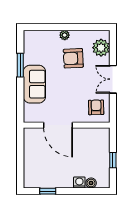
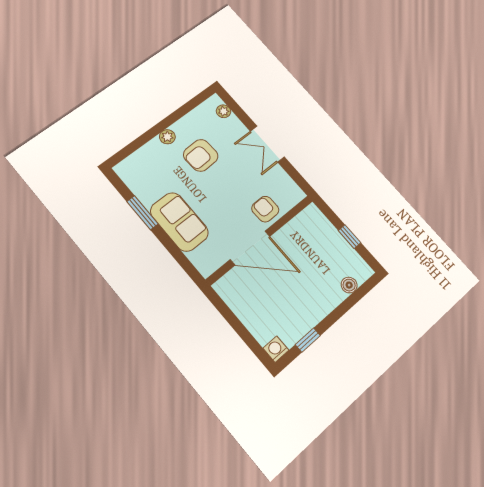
plant: (101, 48) -> (224, 111), width x0.53, depth x0.53
armchair: (96, 107) -> (265, 209), moved
washing machine: (79, 182) -> (276, 349), moved

